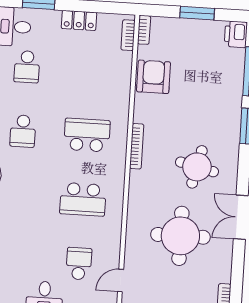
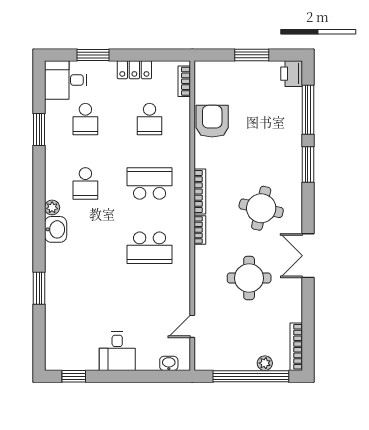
bookcase: (144, 30) -> (200, 230), moved
round table: (180, 236) -> (249, 278), width x0.73, depth x0.73
school desk: (79, 264) -> (150, 119), moved, turned 180

